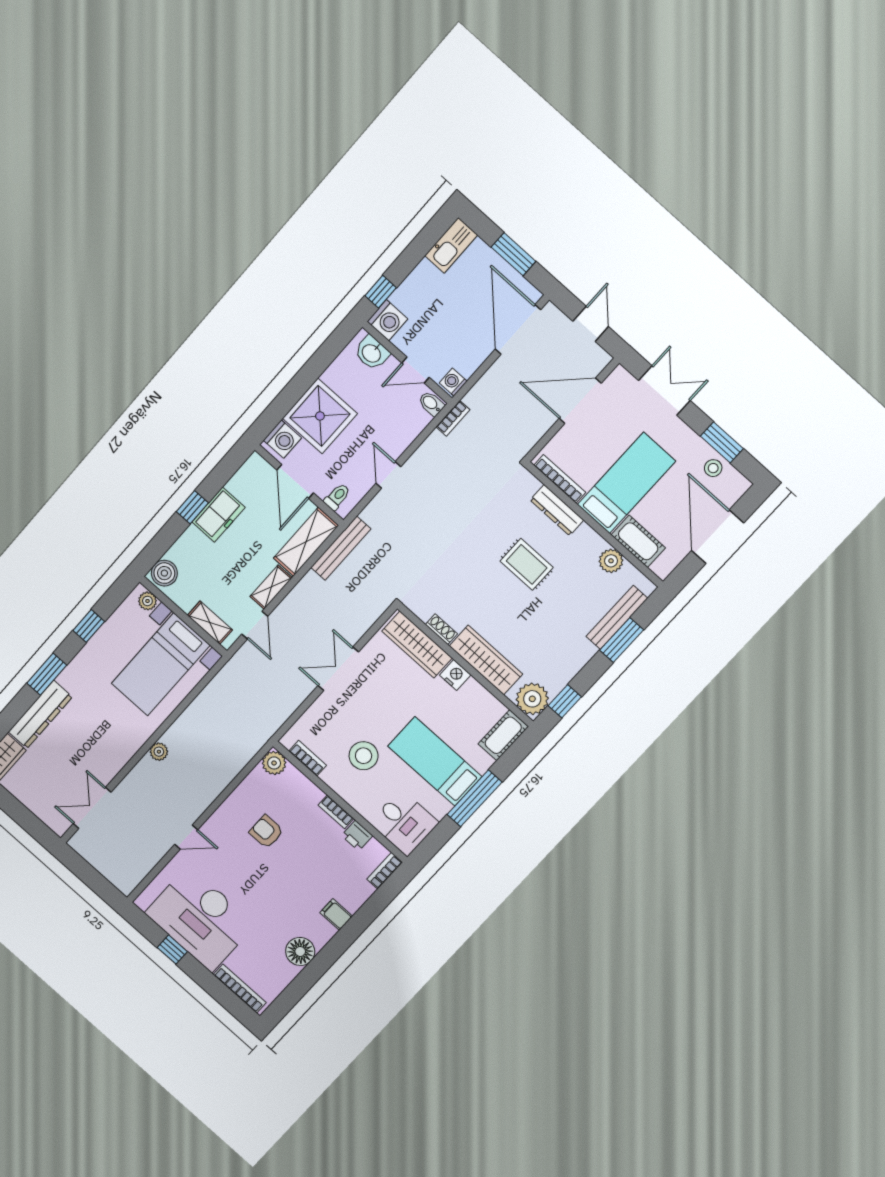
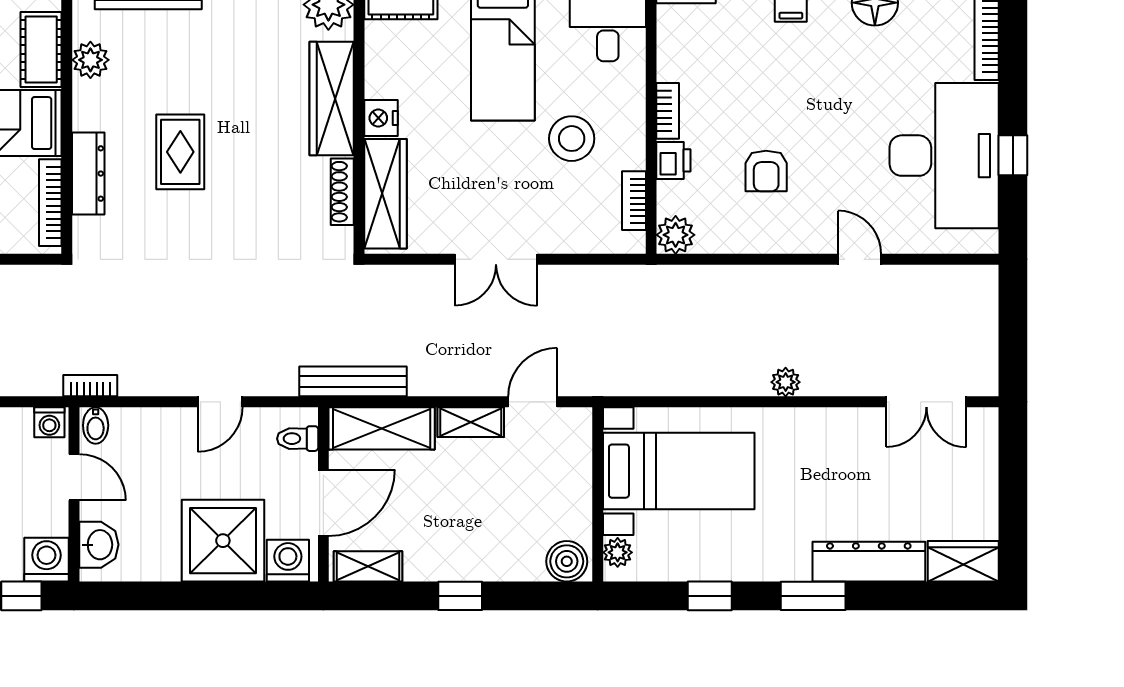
freezer: (218, 515) -> (441, 558), removed
shelving: (210, 623) -> (368, 566), moved, turned 90
shoe rack: (441, 629) -> (342, 192), width x1.43
printer: (357, 835) -> (673, 160), moved

